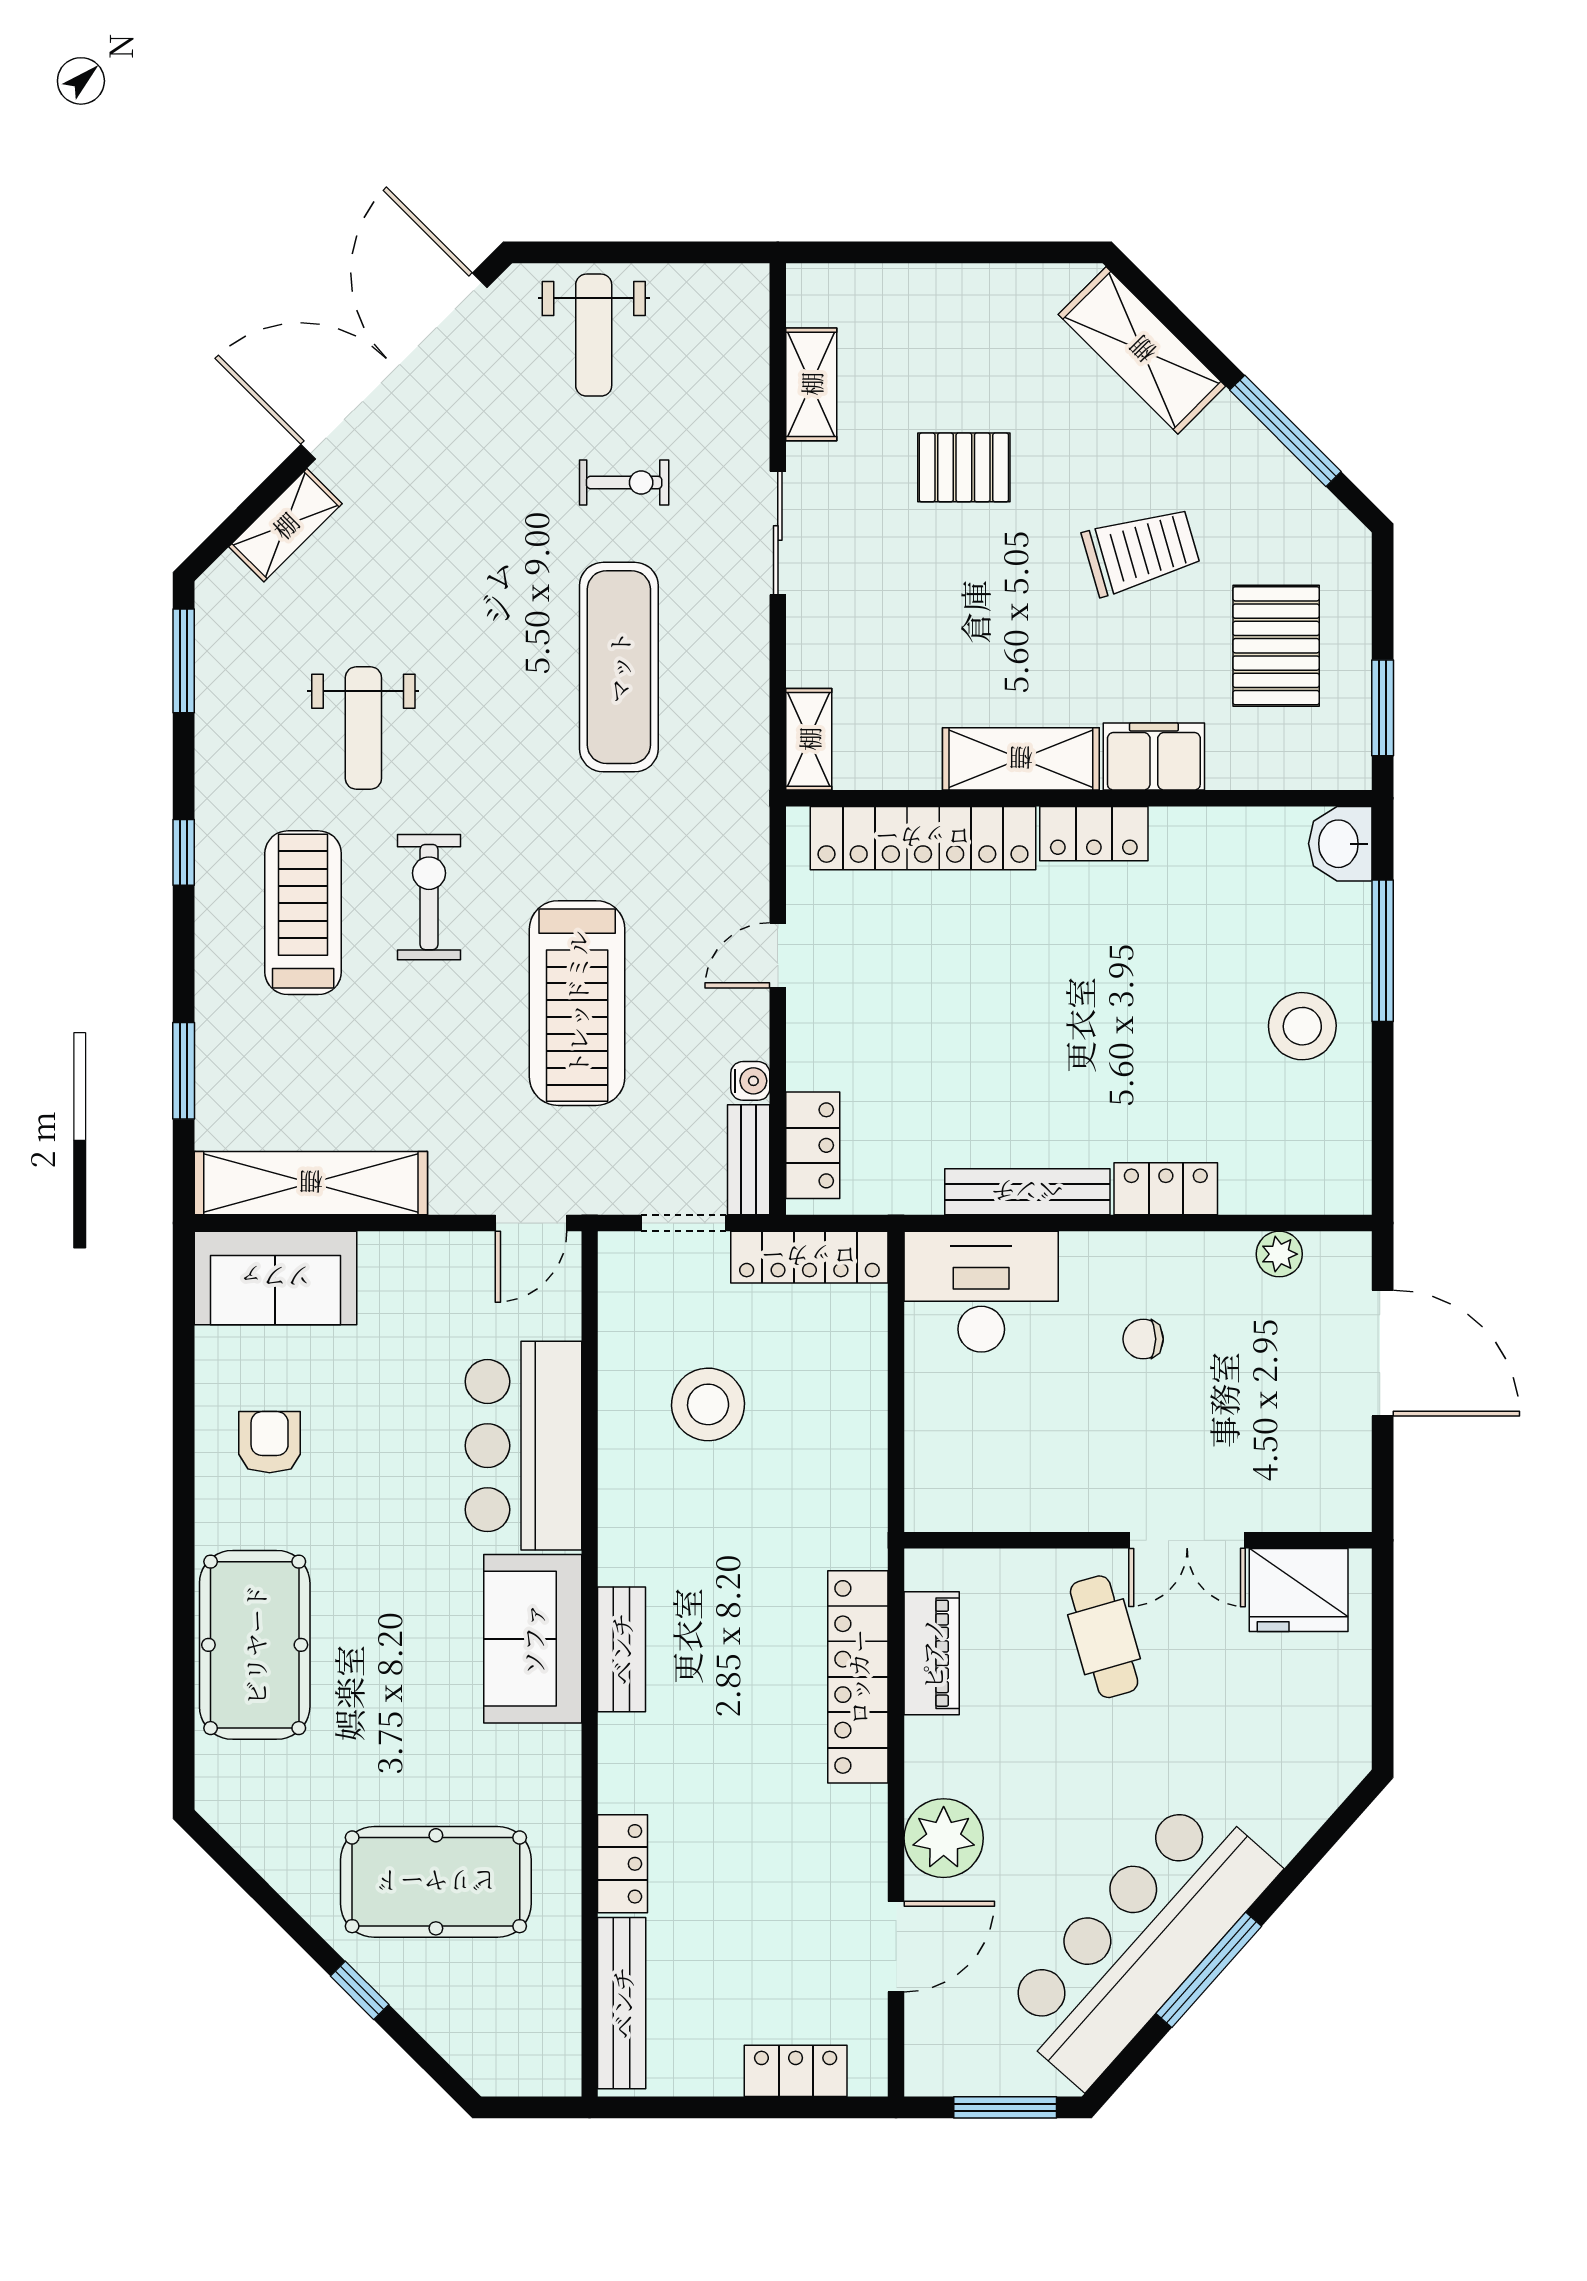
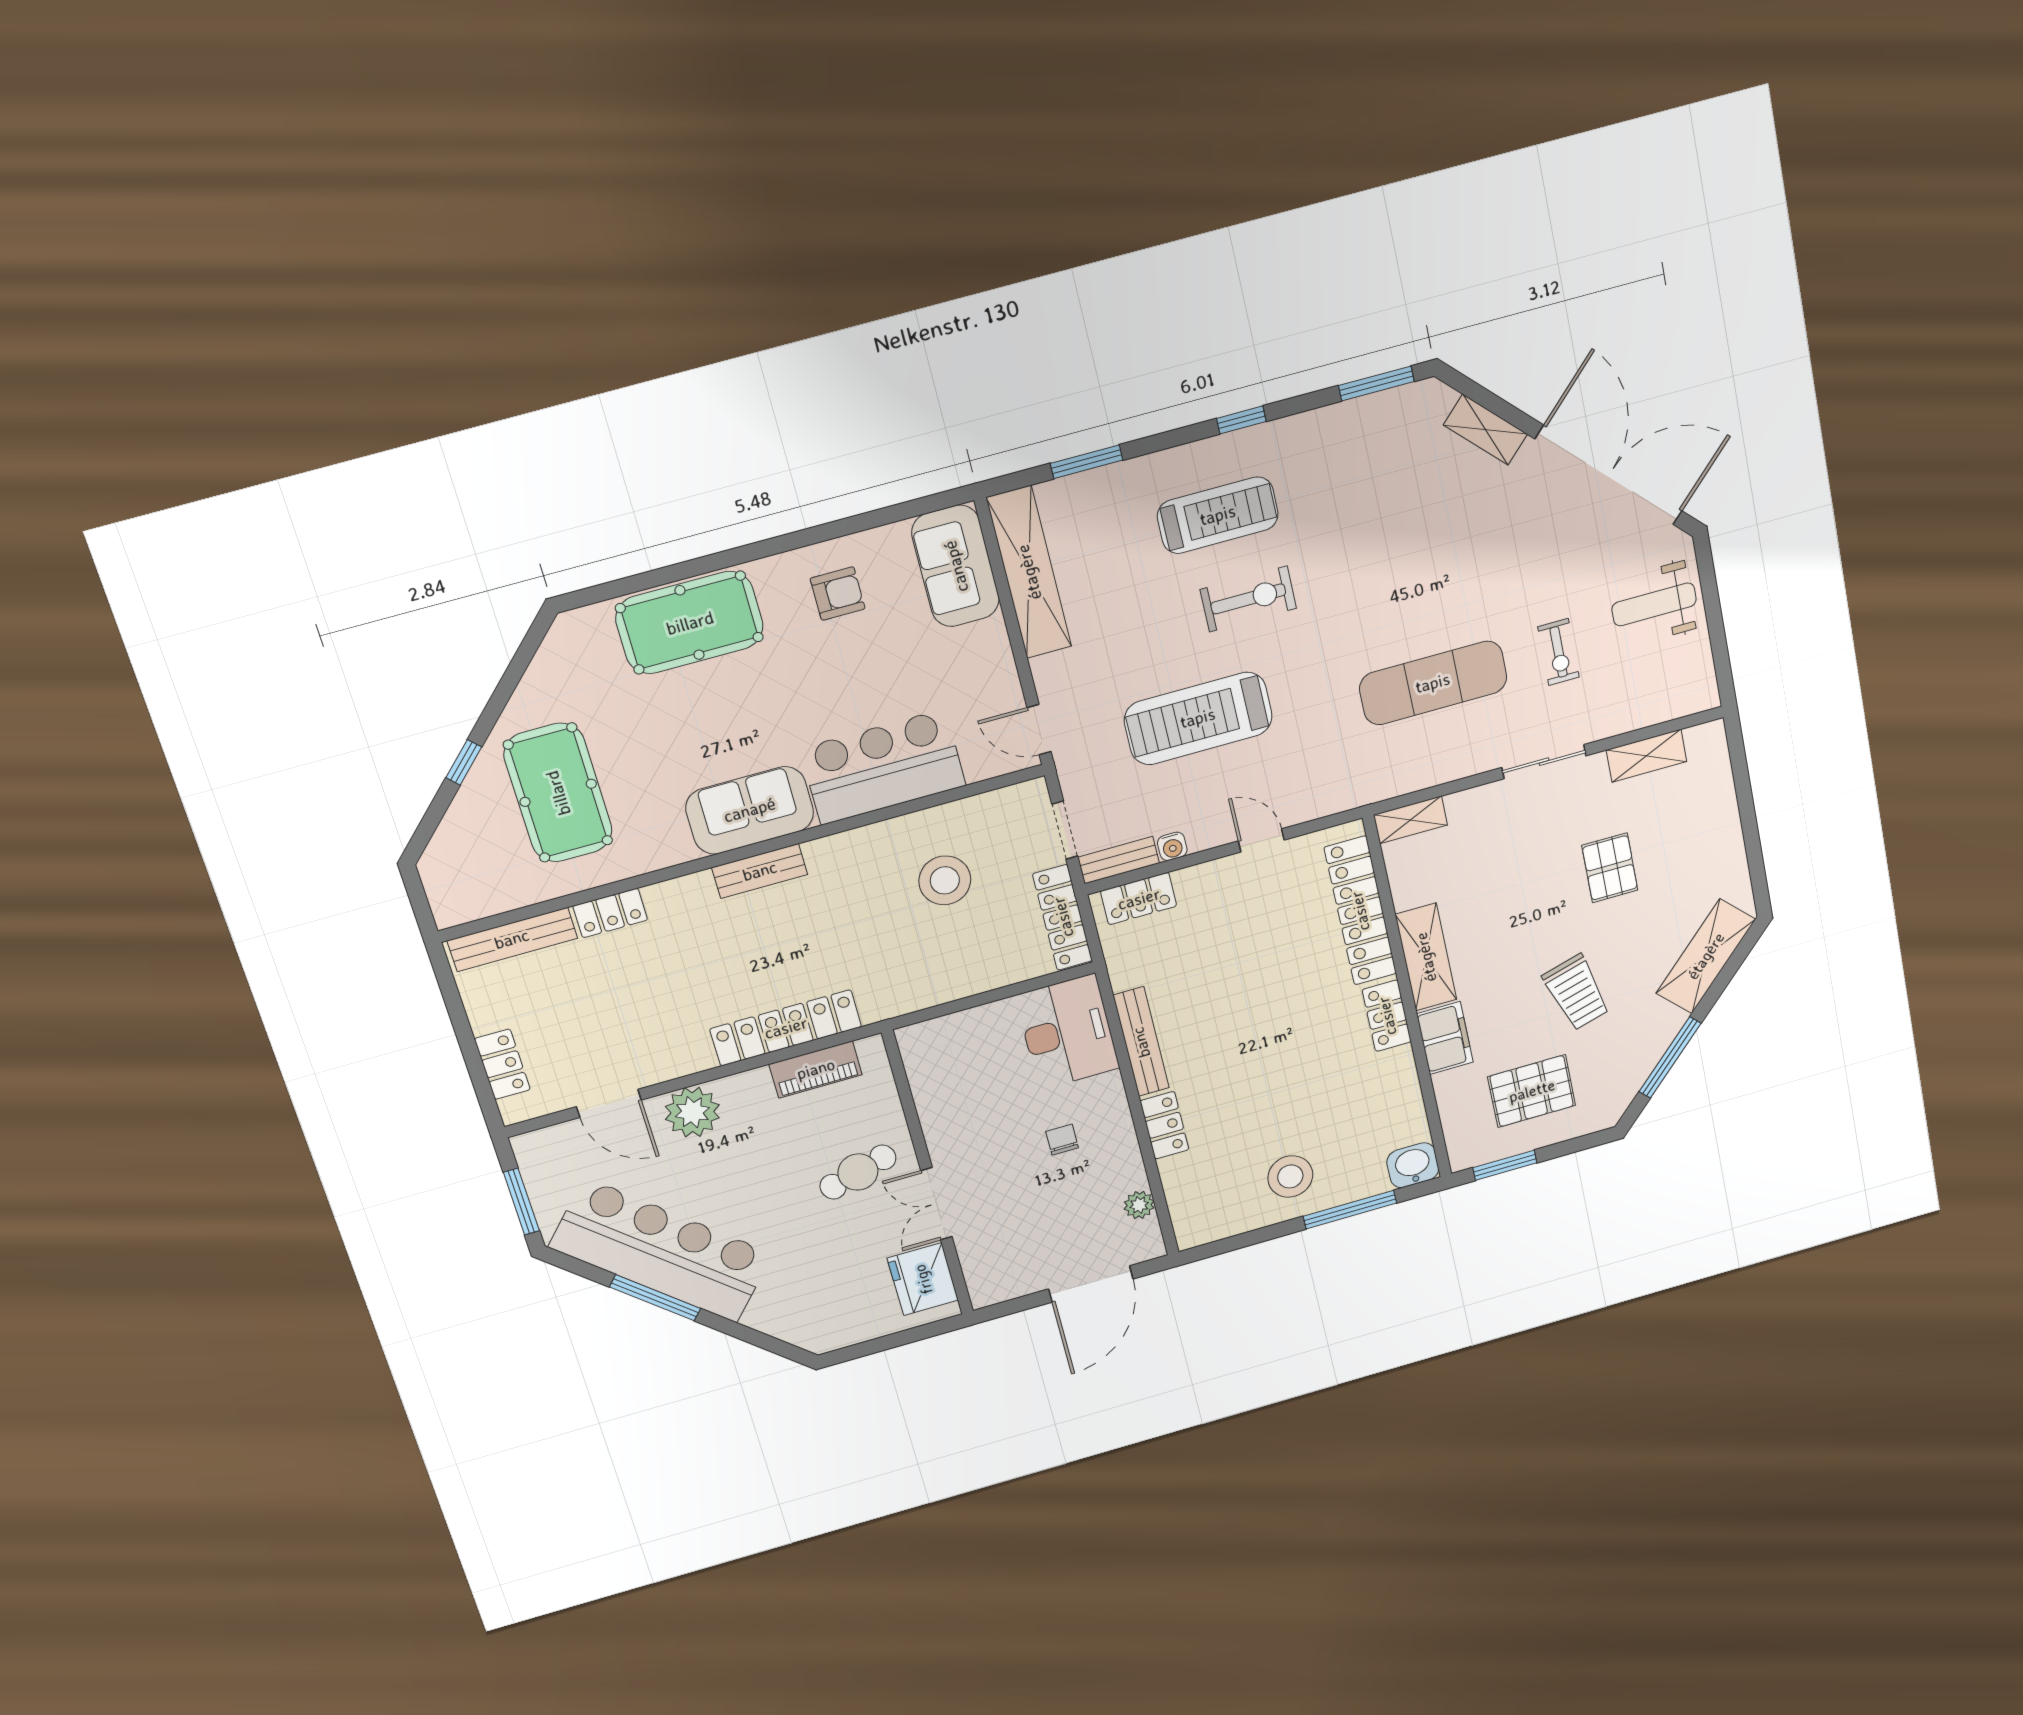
weight bench: (363, 728) -> (1356, 522), removed

